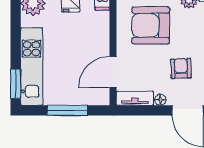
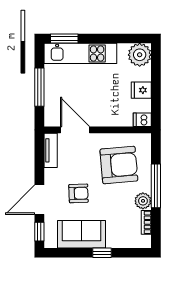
armchair: (151, 25) -> (119, 165), turned 85
floor lamp: (160, 100) -> (49, 174), removed

